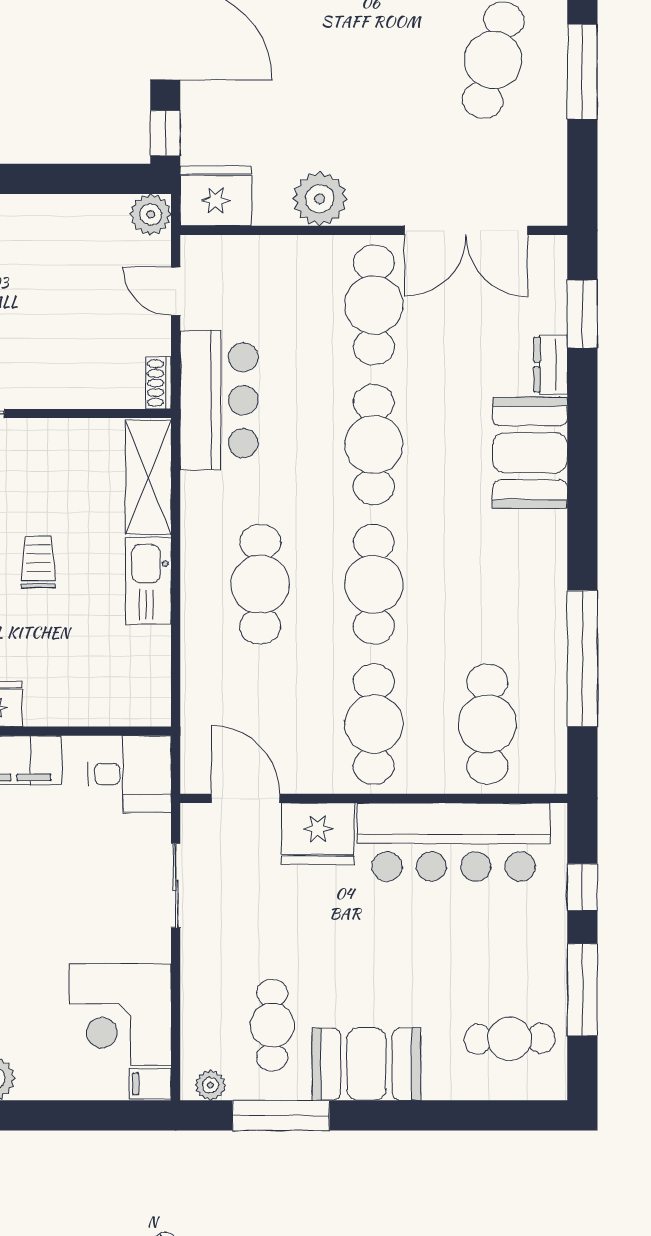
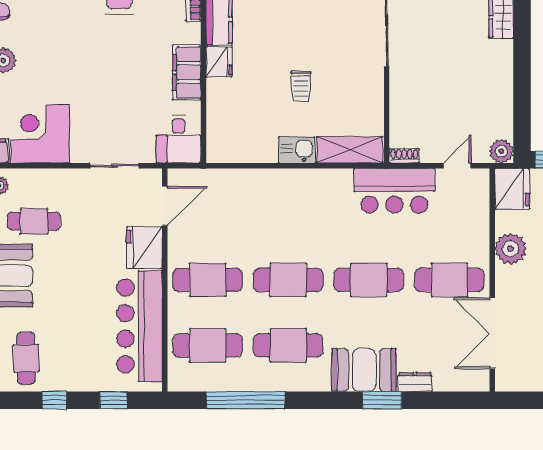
window: (582, 314) -> (382, 400), moved
trolley: (38, 562) -> (301, 86), turned 90
kitchen sink: (148, 581) -> (297, 150), width x0.73
cafe table: (260, 584) -> (288, 345), moved
window: (582, 990) -> (54, 400), width x0.46

